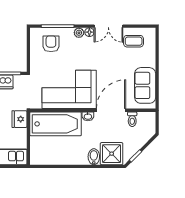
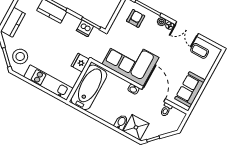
door: (111, 110) -> (154, 94), hinge flipped
bathtub: (56, 124) -> (89, 87), moved, turned -90

